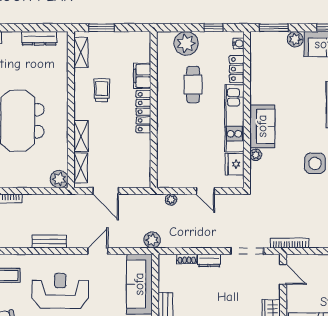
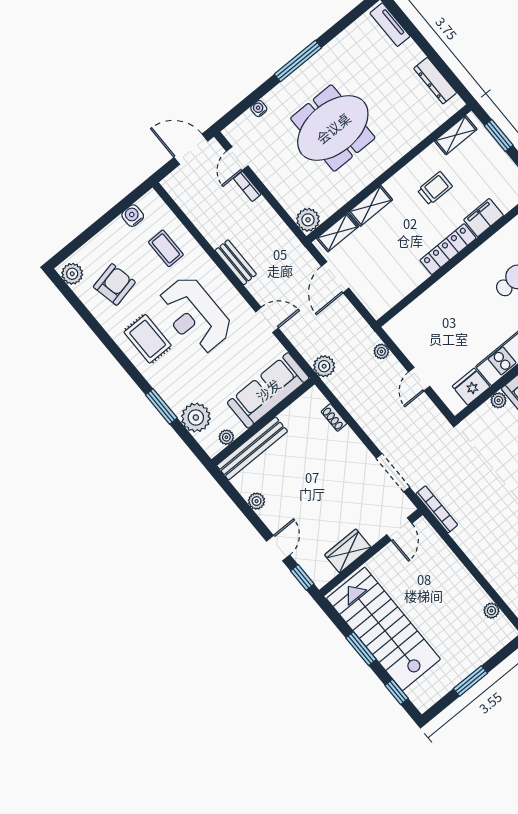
dresser: (209, 260) -> (351, 442), removed
reception desk: (60, 291) -> (195, 315), turned 180

